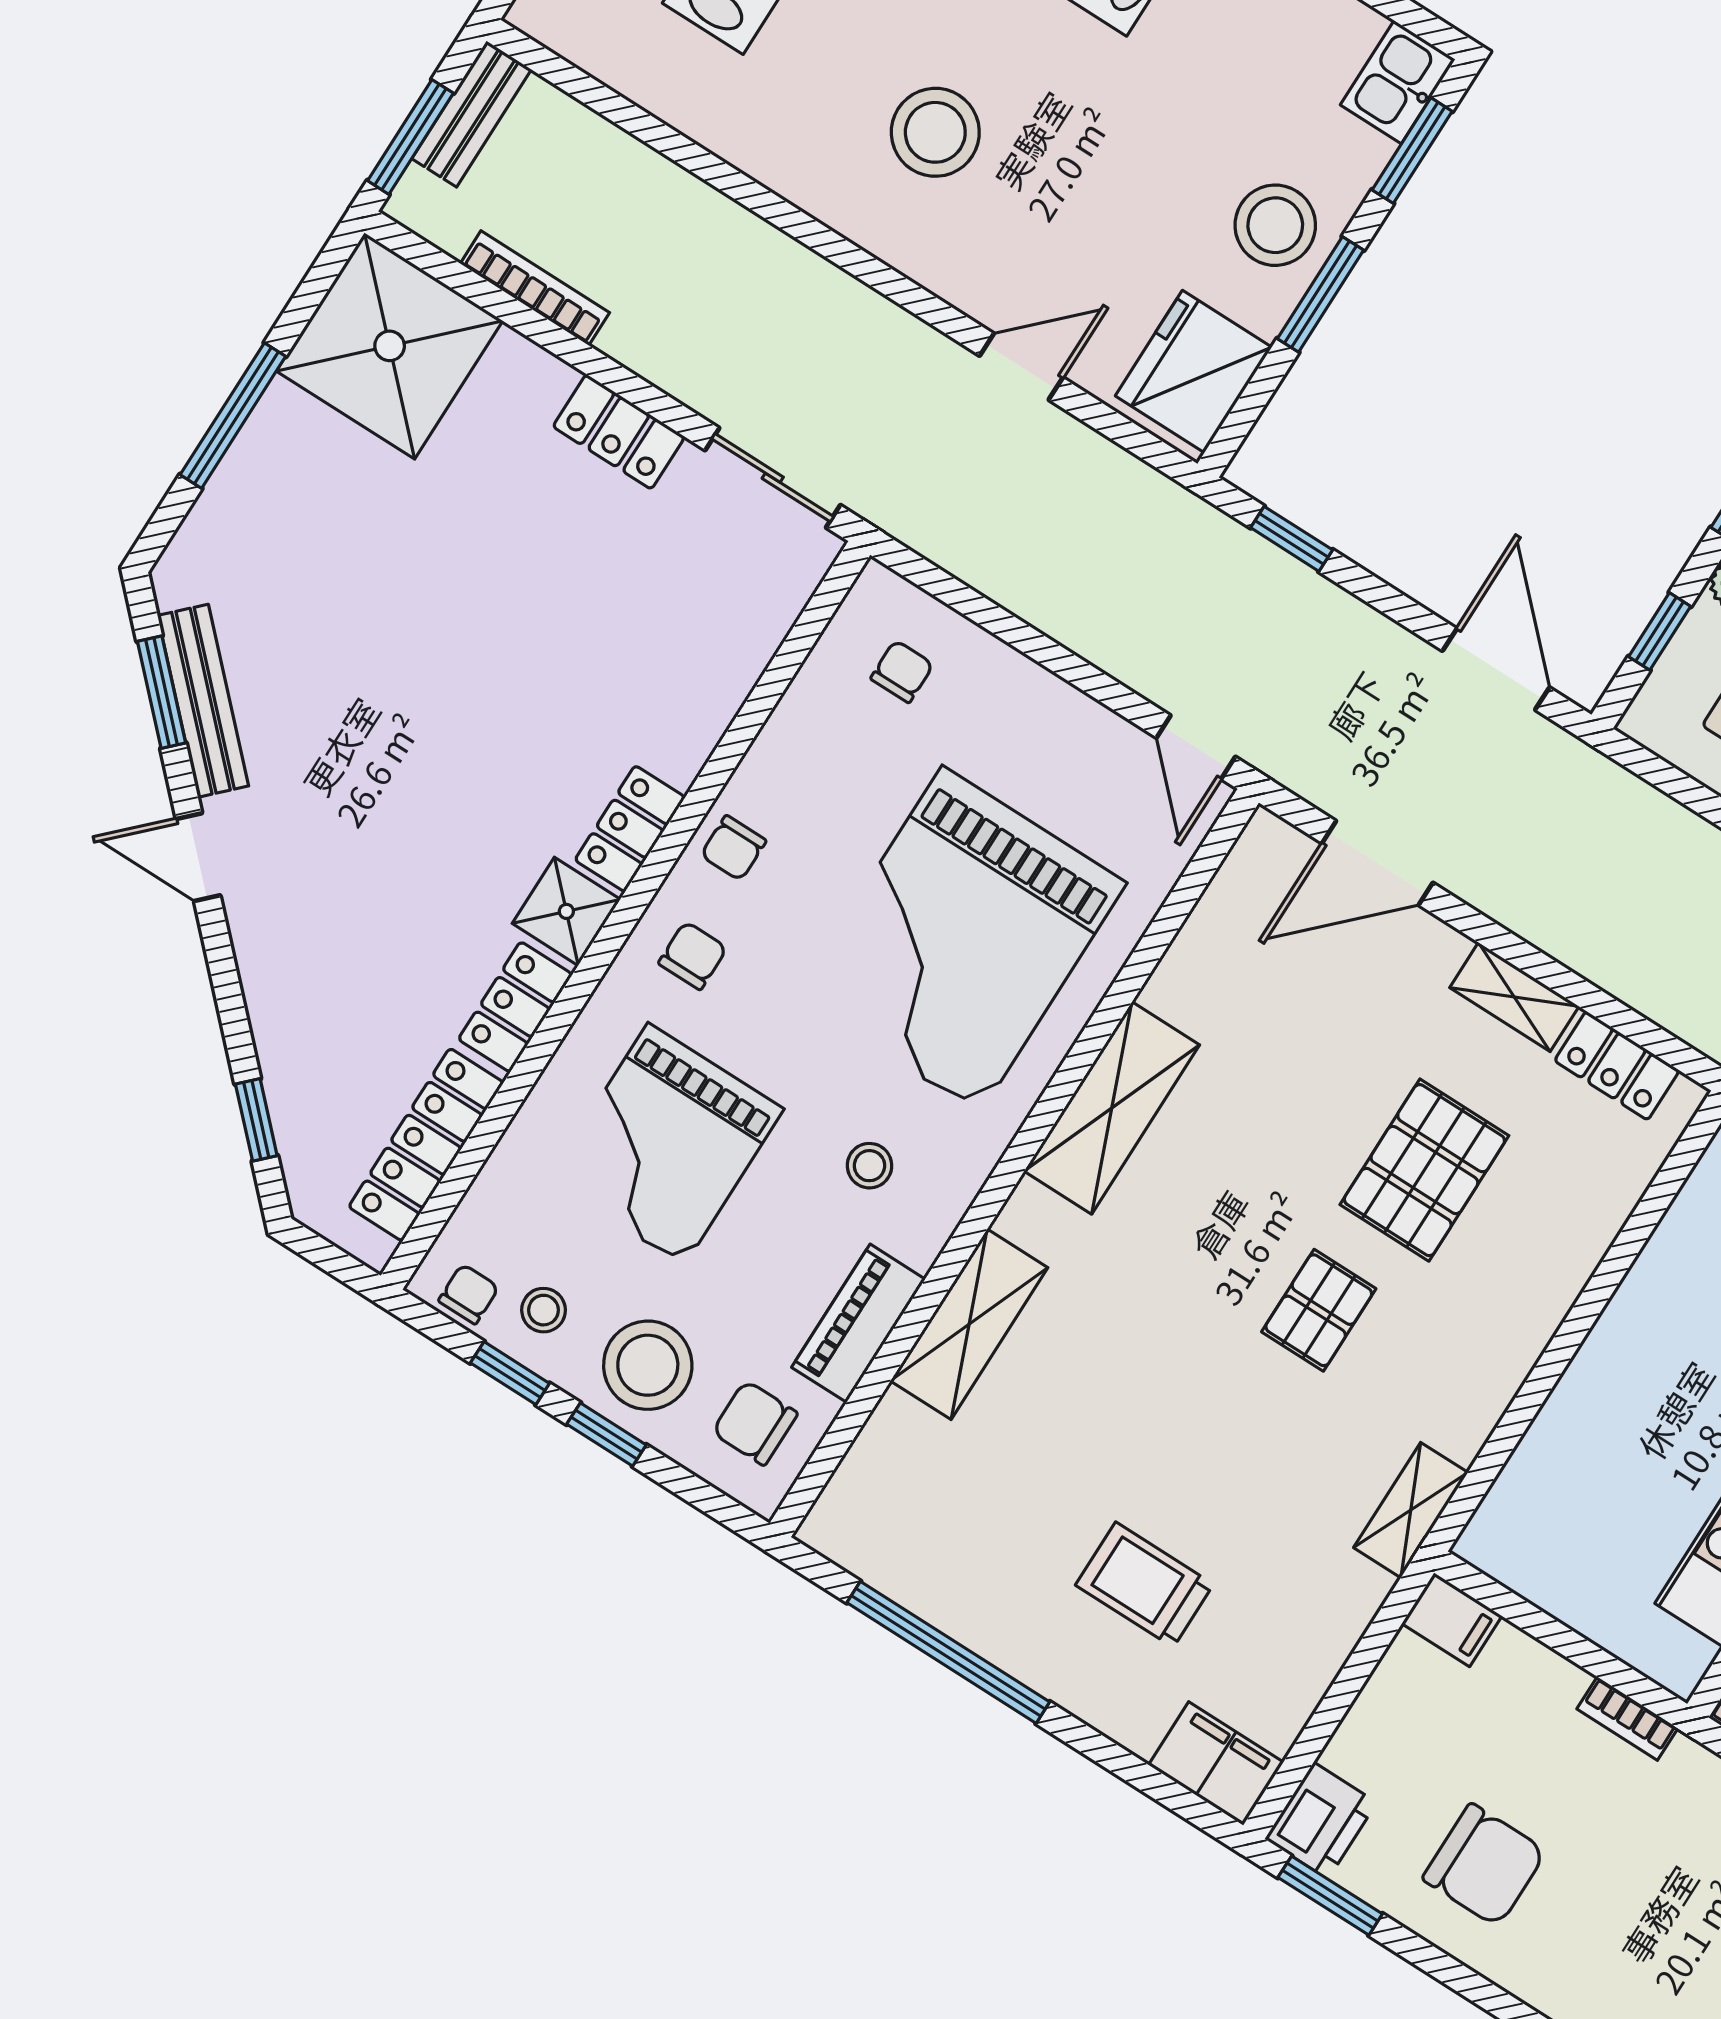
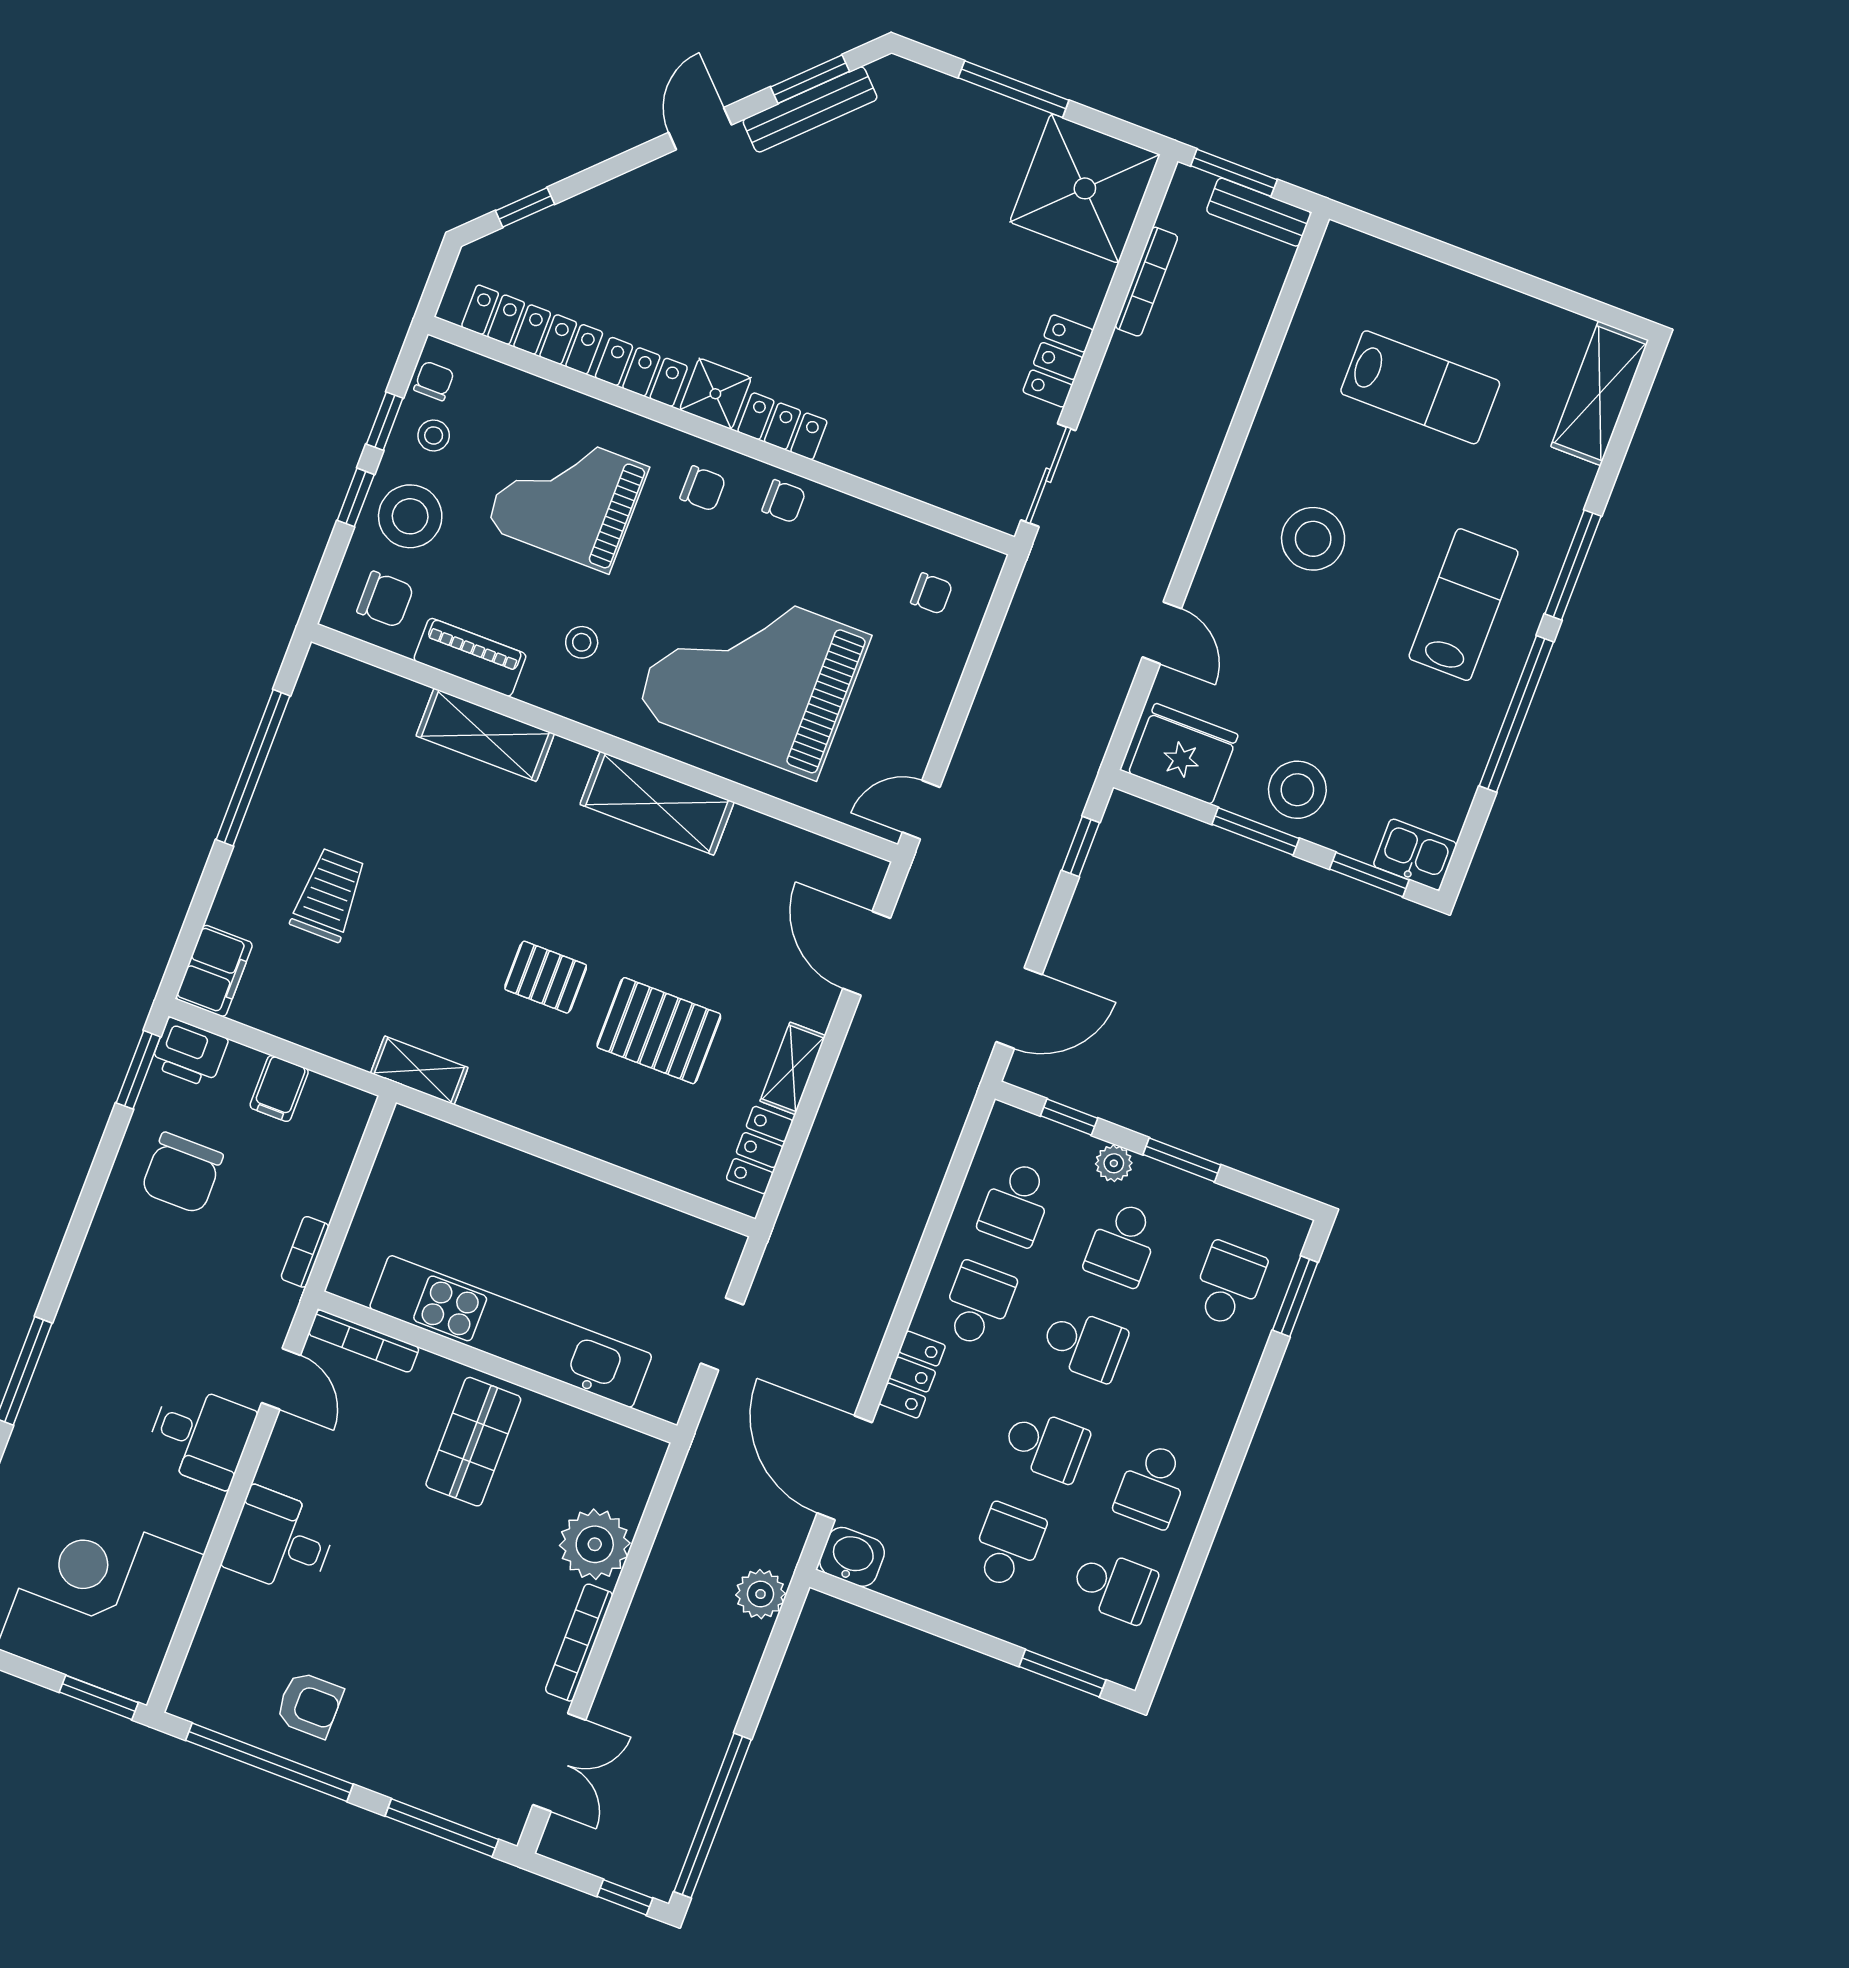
chair: (733, 848) -> (784, 501), turned 180
chair: (469, 1294) -> (434, 381), turned -90
chair: (755, 1423) -> (385, 599), turned 90
filing cabinet: (1452, 1620) -> (279, 1088), moved

